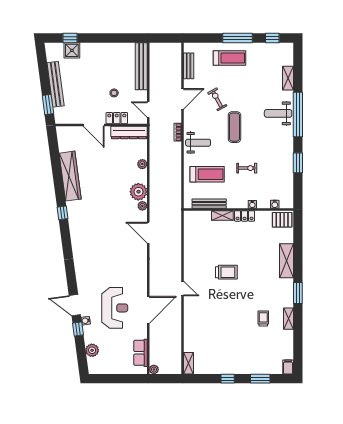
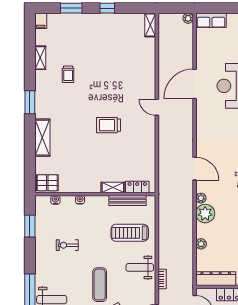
window: (298, 163) -> (30, 226), moved
exercise bike: (247, 168) -> (67, 245), moved
locker: (245, 216) -> (137, 187), moved
shelving: (288, 319) -> (40, 58), moved
row of seats: (140, 353) -> (211, 20), moved, turned 90

